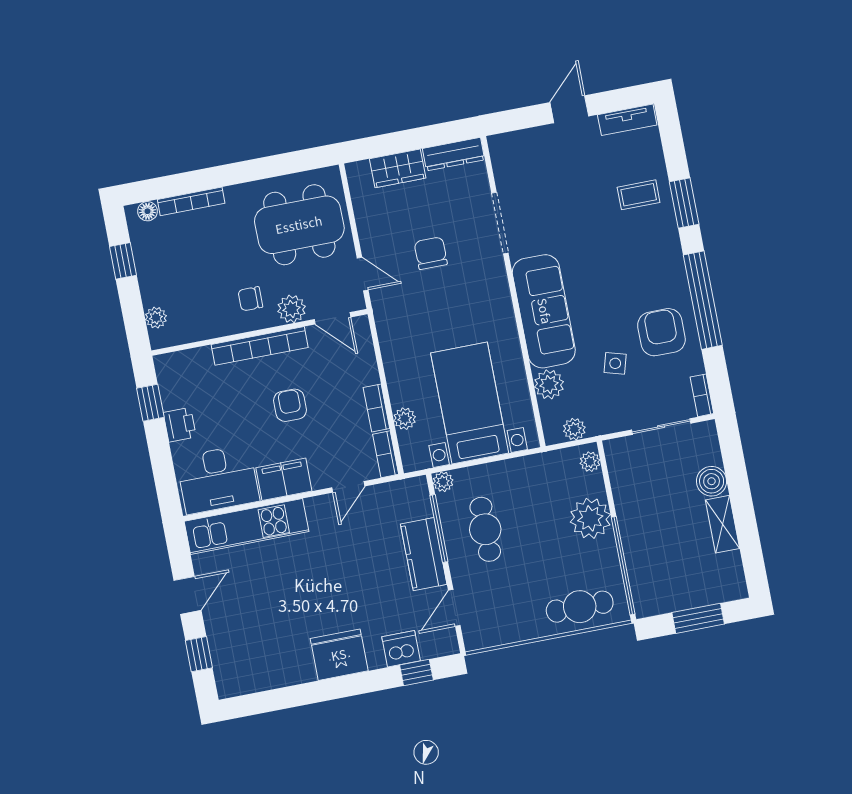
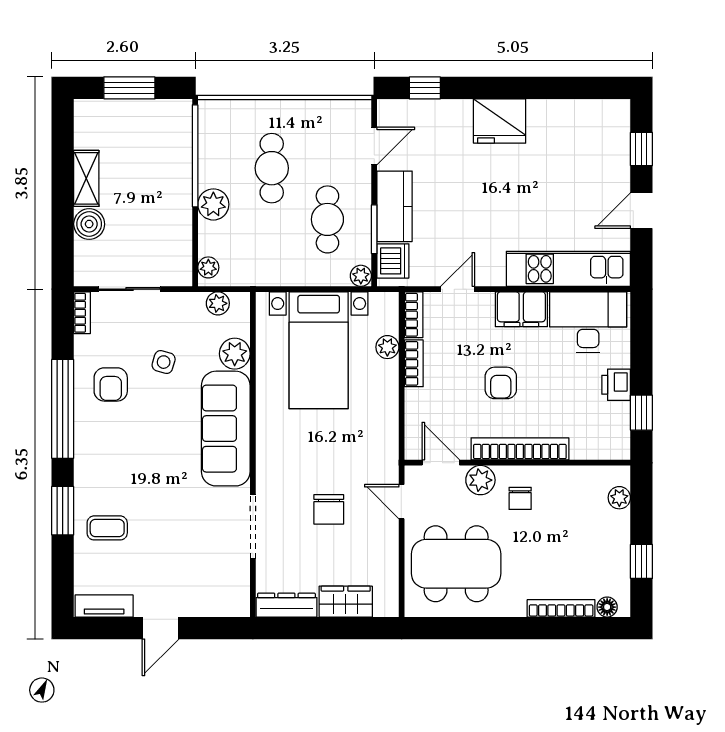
chair: (250, 299) -> (520, 498), turned 90
armchair: (661, 332) -> (111, 384), width x0.72, depth x0.72
plant: (590, 518) -> (213, 204), width x0.73, depth x0.73
window: (439, 529) -> (374, 229), width x0.69
cafe table: (580, 607) -> (272, 168), moved, turned 90
dishwasher: (401, 649) -> (393, 261), moved, turned -90

